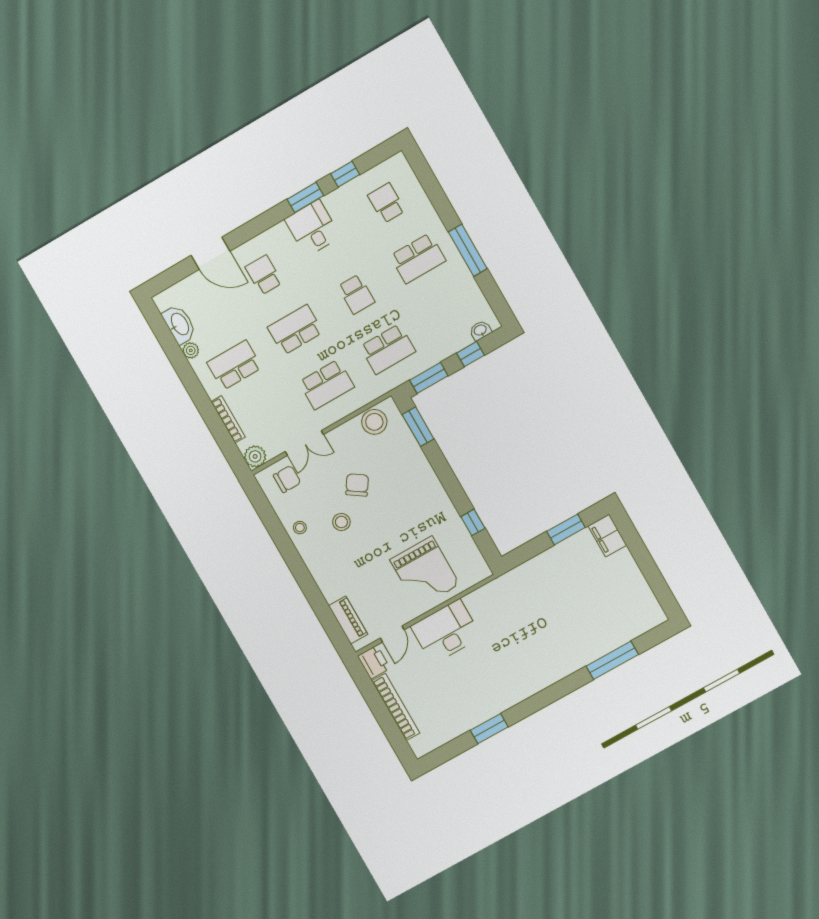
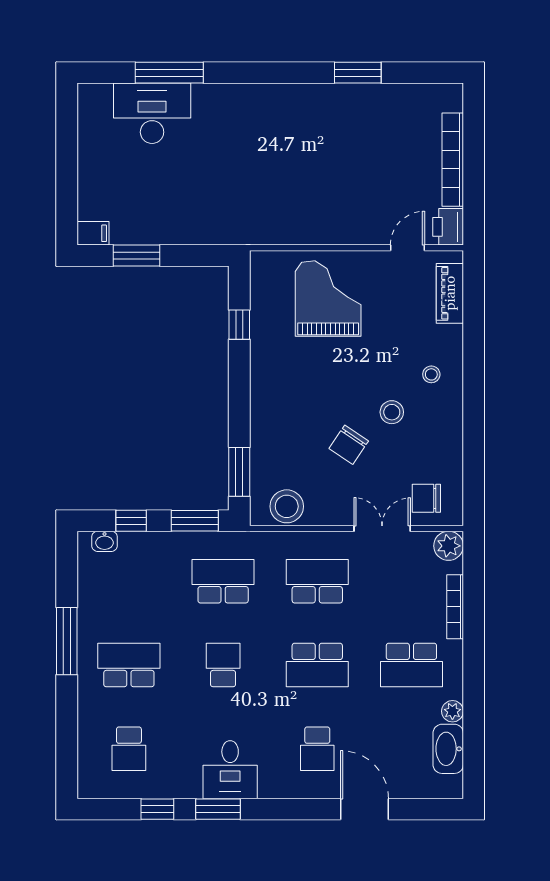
stool: (300, 528) -> (431, 374), moved
filing cabinet: (607, 536) -> (93, 233), width x0.50
desk: (446, 632) -> (152, 113), moved, turned 180

